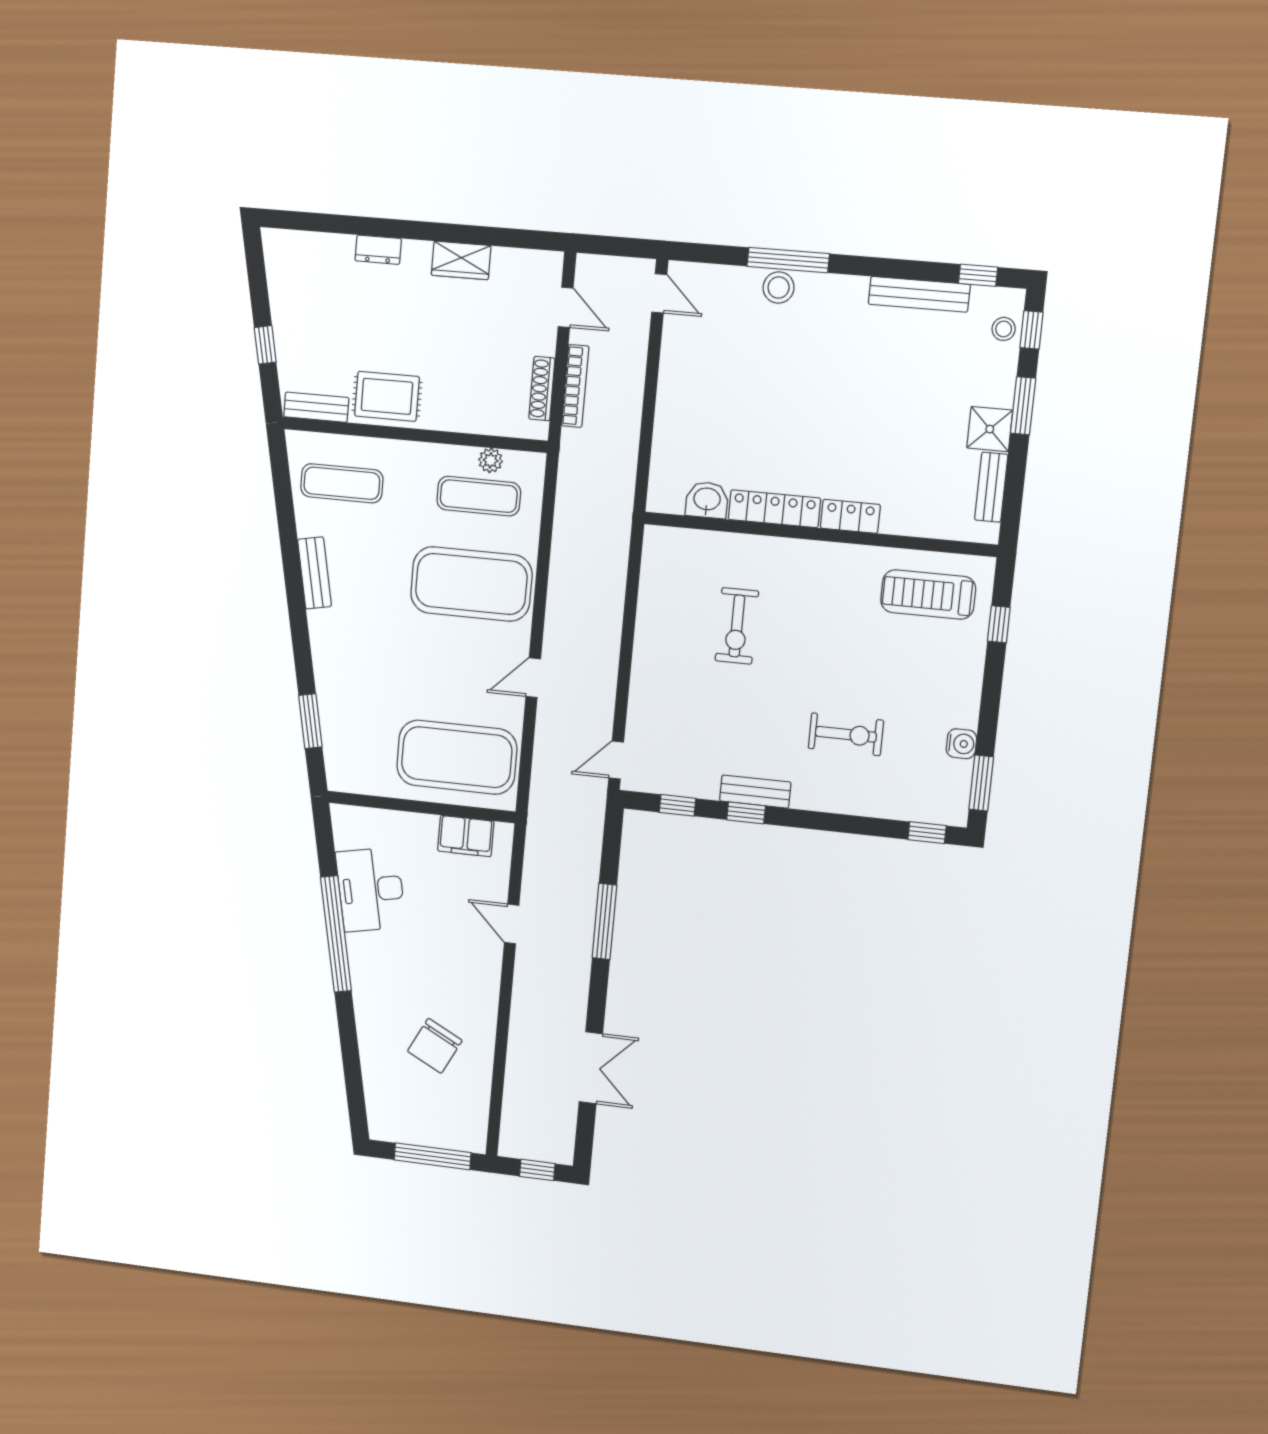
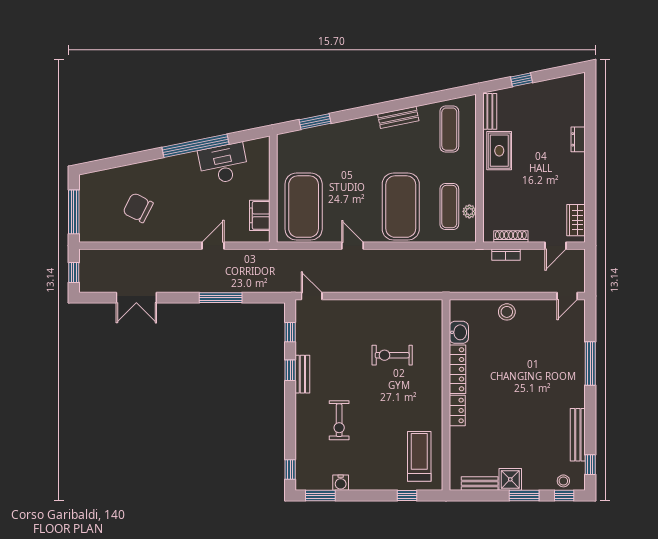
wardrobe: (461, 260) -> (576, 220), moved
stool: (779, 288) -> (507, 312), moved
bookcase: (575, 386) -> (506, 255), width x0.64

